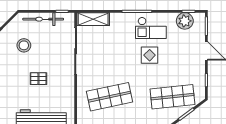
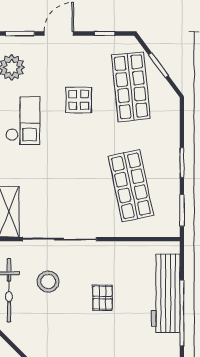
stool: (24, 45) -> (48, 282), moved
display table: (150, 55) -> (79, 100), moved

